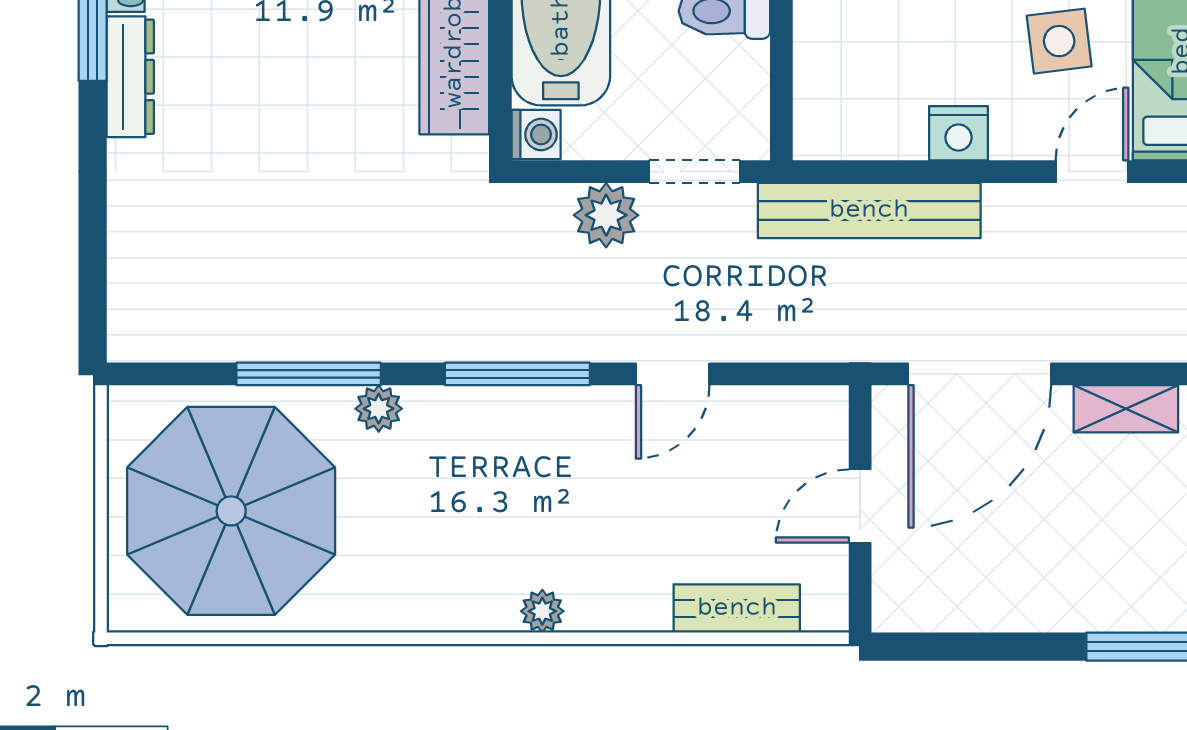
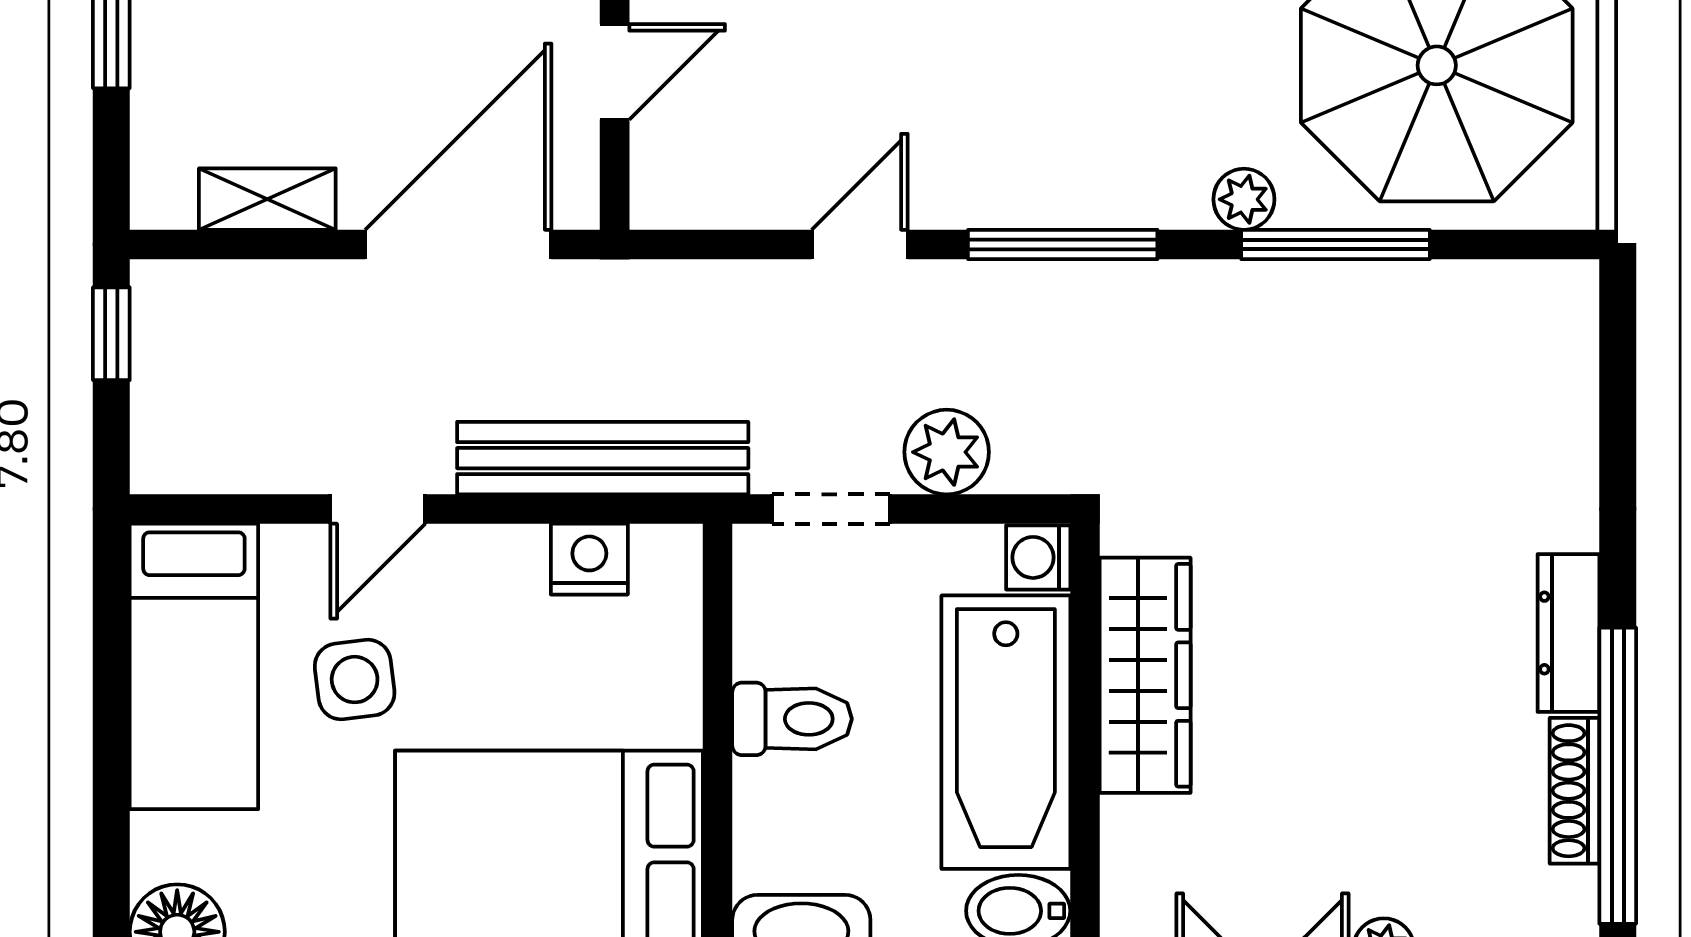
nightstand: (959, 133) -> (589, 559), moved
door: (1092, 172) -> (378, 509), moved

